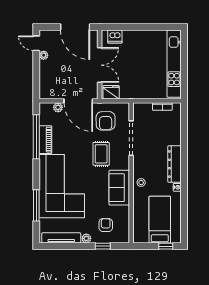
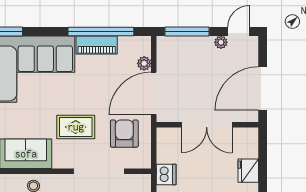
dishwasher: (115, 37) -> (166, 174), moved, turned 180
window: (36, 78) -> (187, 31), added
fridge: (111, 92) -> (248, 171), moved, turned 180
armchair: (106, 121) -> (124, 134), turned 91

